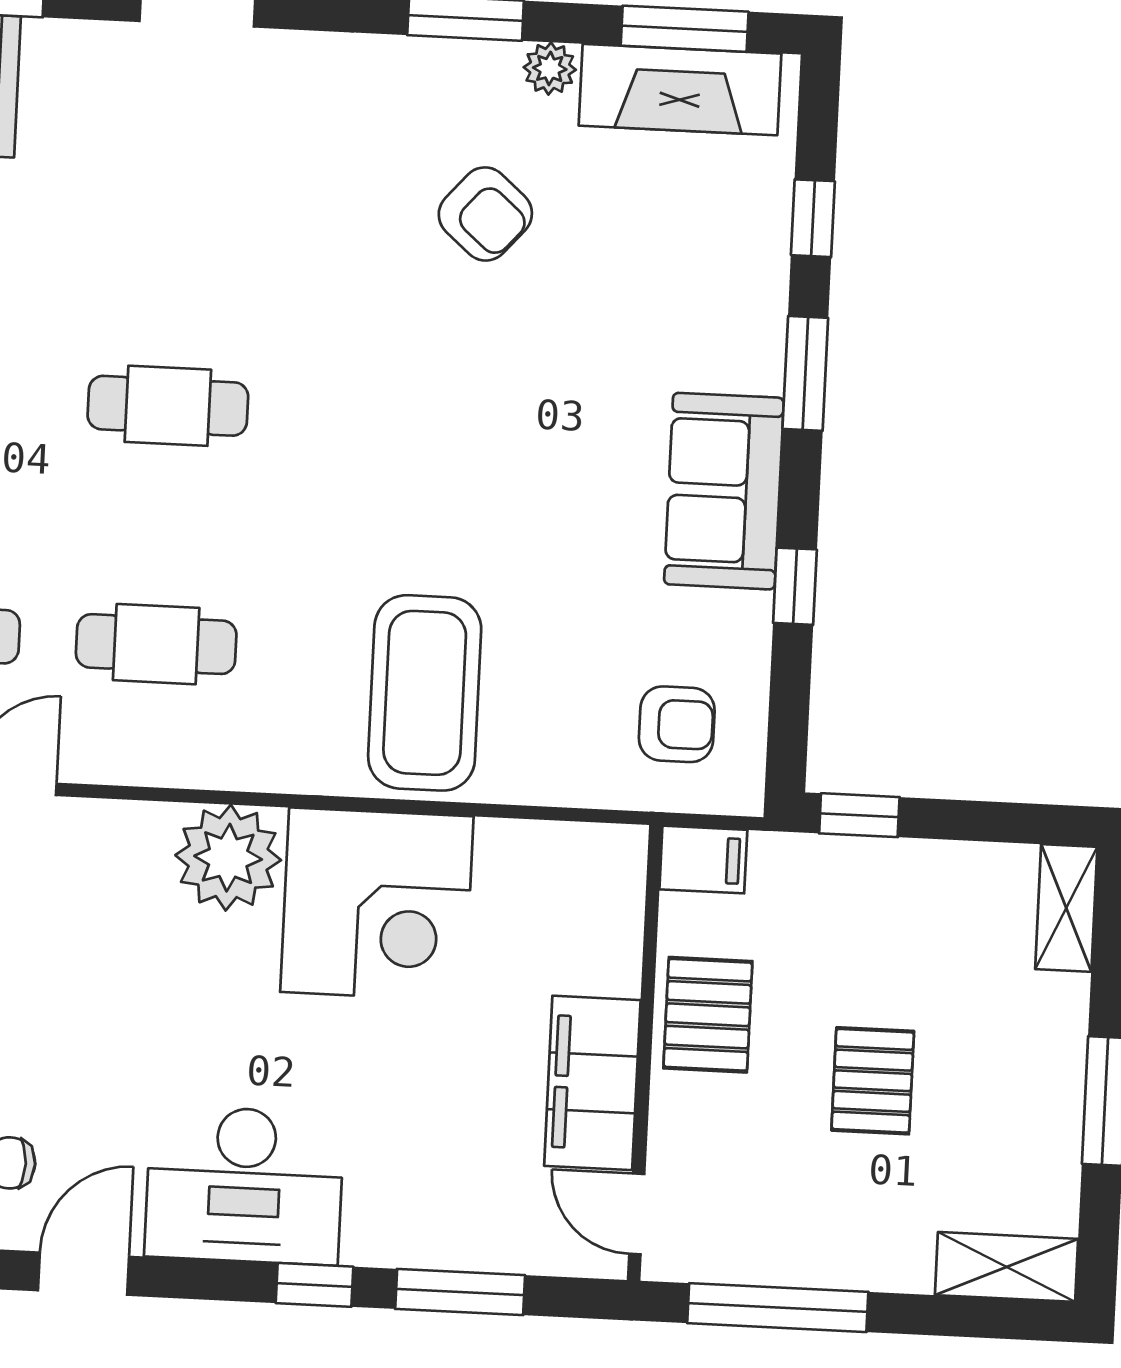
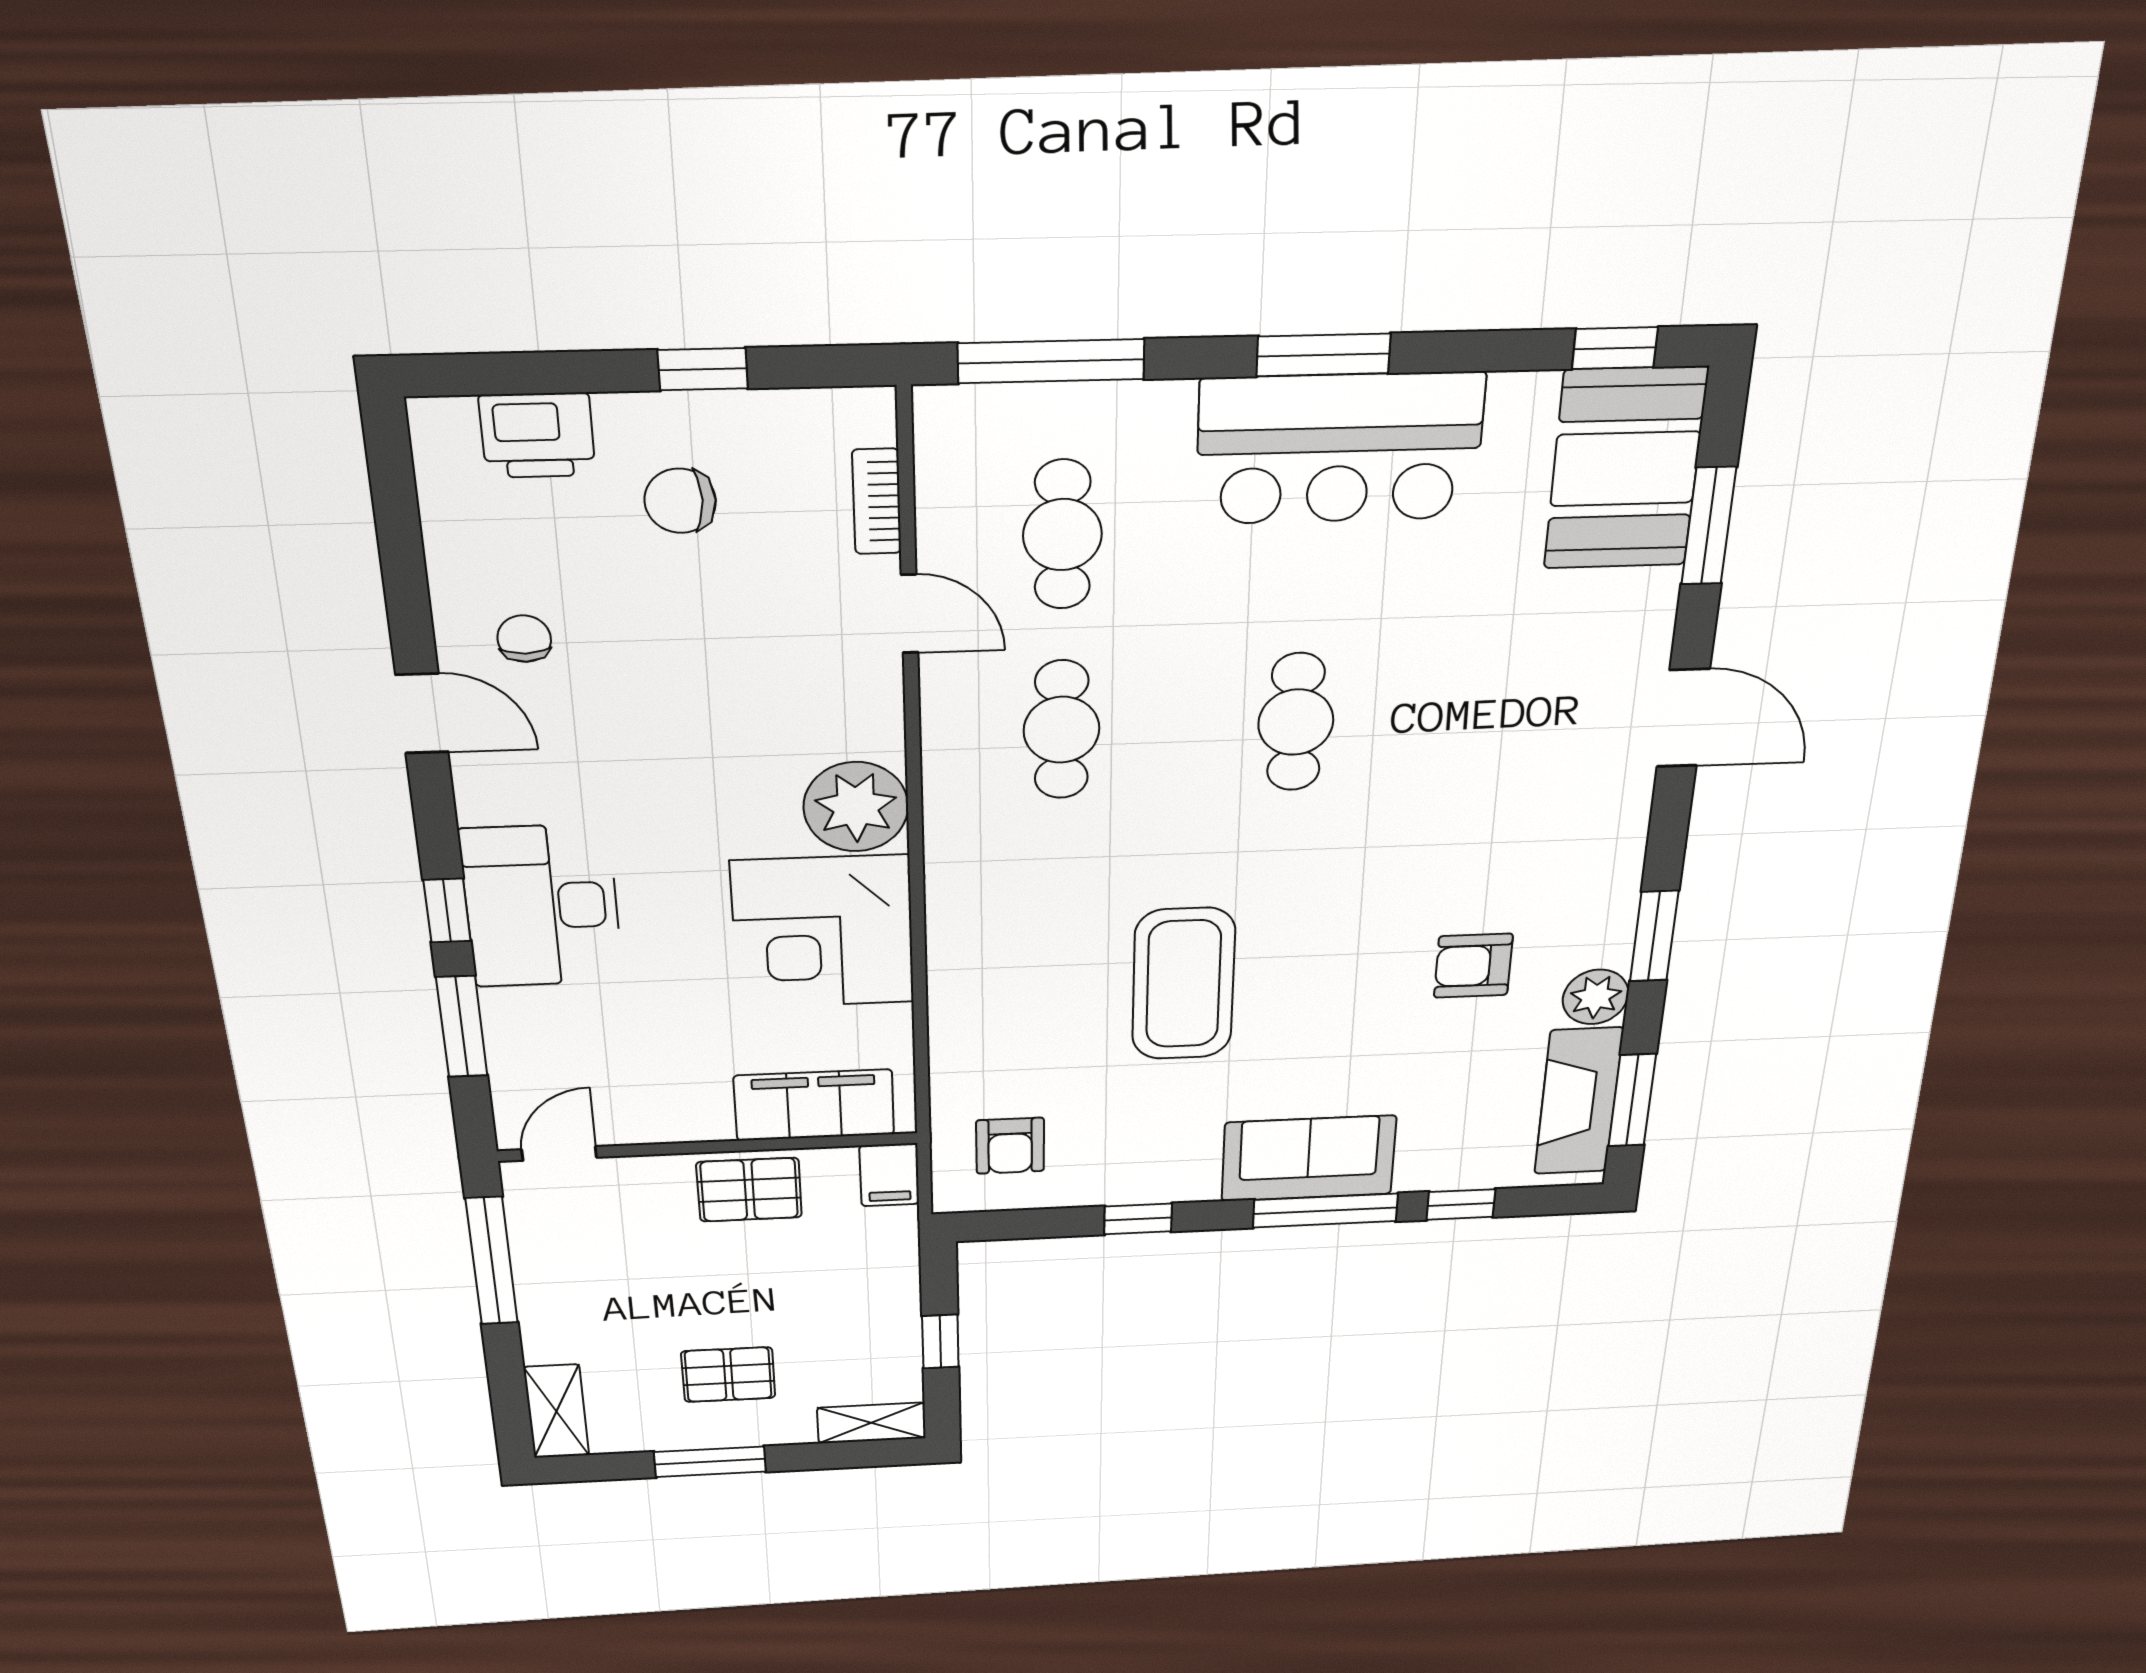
plant: (550, 68) -> (1596, 997), width x1.38, depth x1.38
armchair: (485, 214) -> (1473, 966), turned 49
window: (805, 373) -> (1325, 1211), width x1.44
sofa: (724, 491) -> (1309, 1158), moved
coffee table: (425, 693) -> (1183, 984), moved, turned 90
window: (859, 815) -> (940, 1341), moved
pallet: (873, 1081) -> (728, 1375), moved
filing cabinet: (592, 1083) -> (814, 1105), moved
desk: (244, 1185) -> (542, 906), moved

